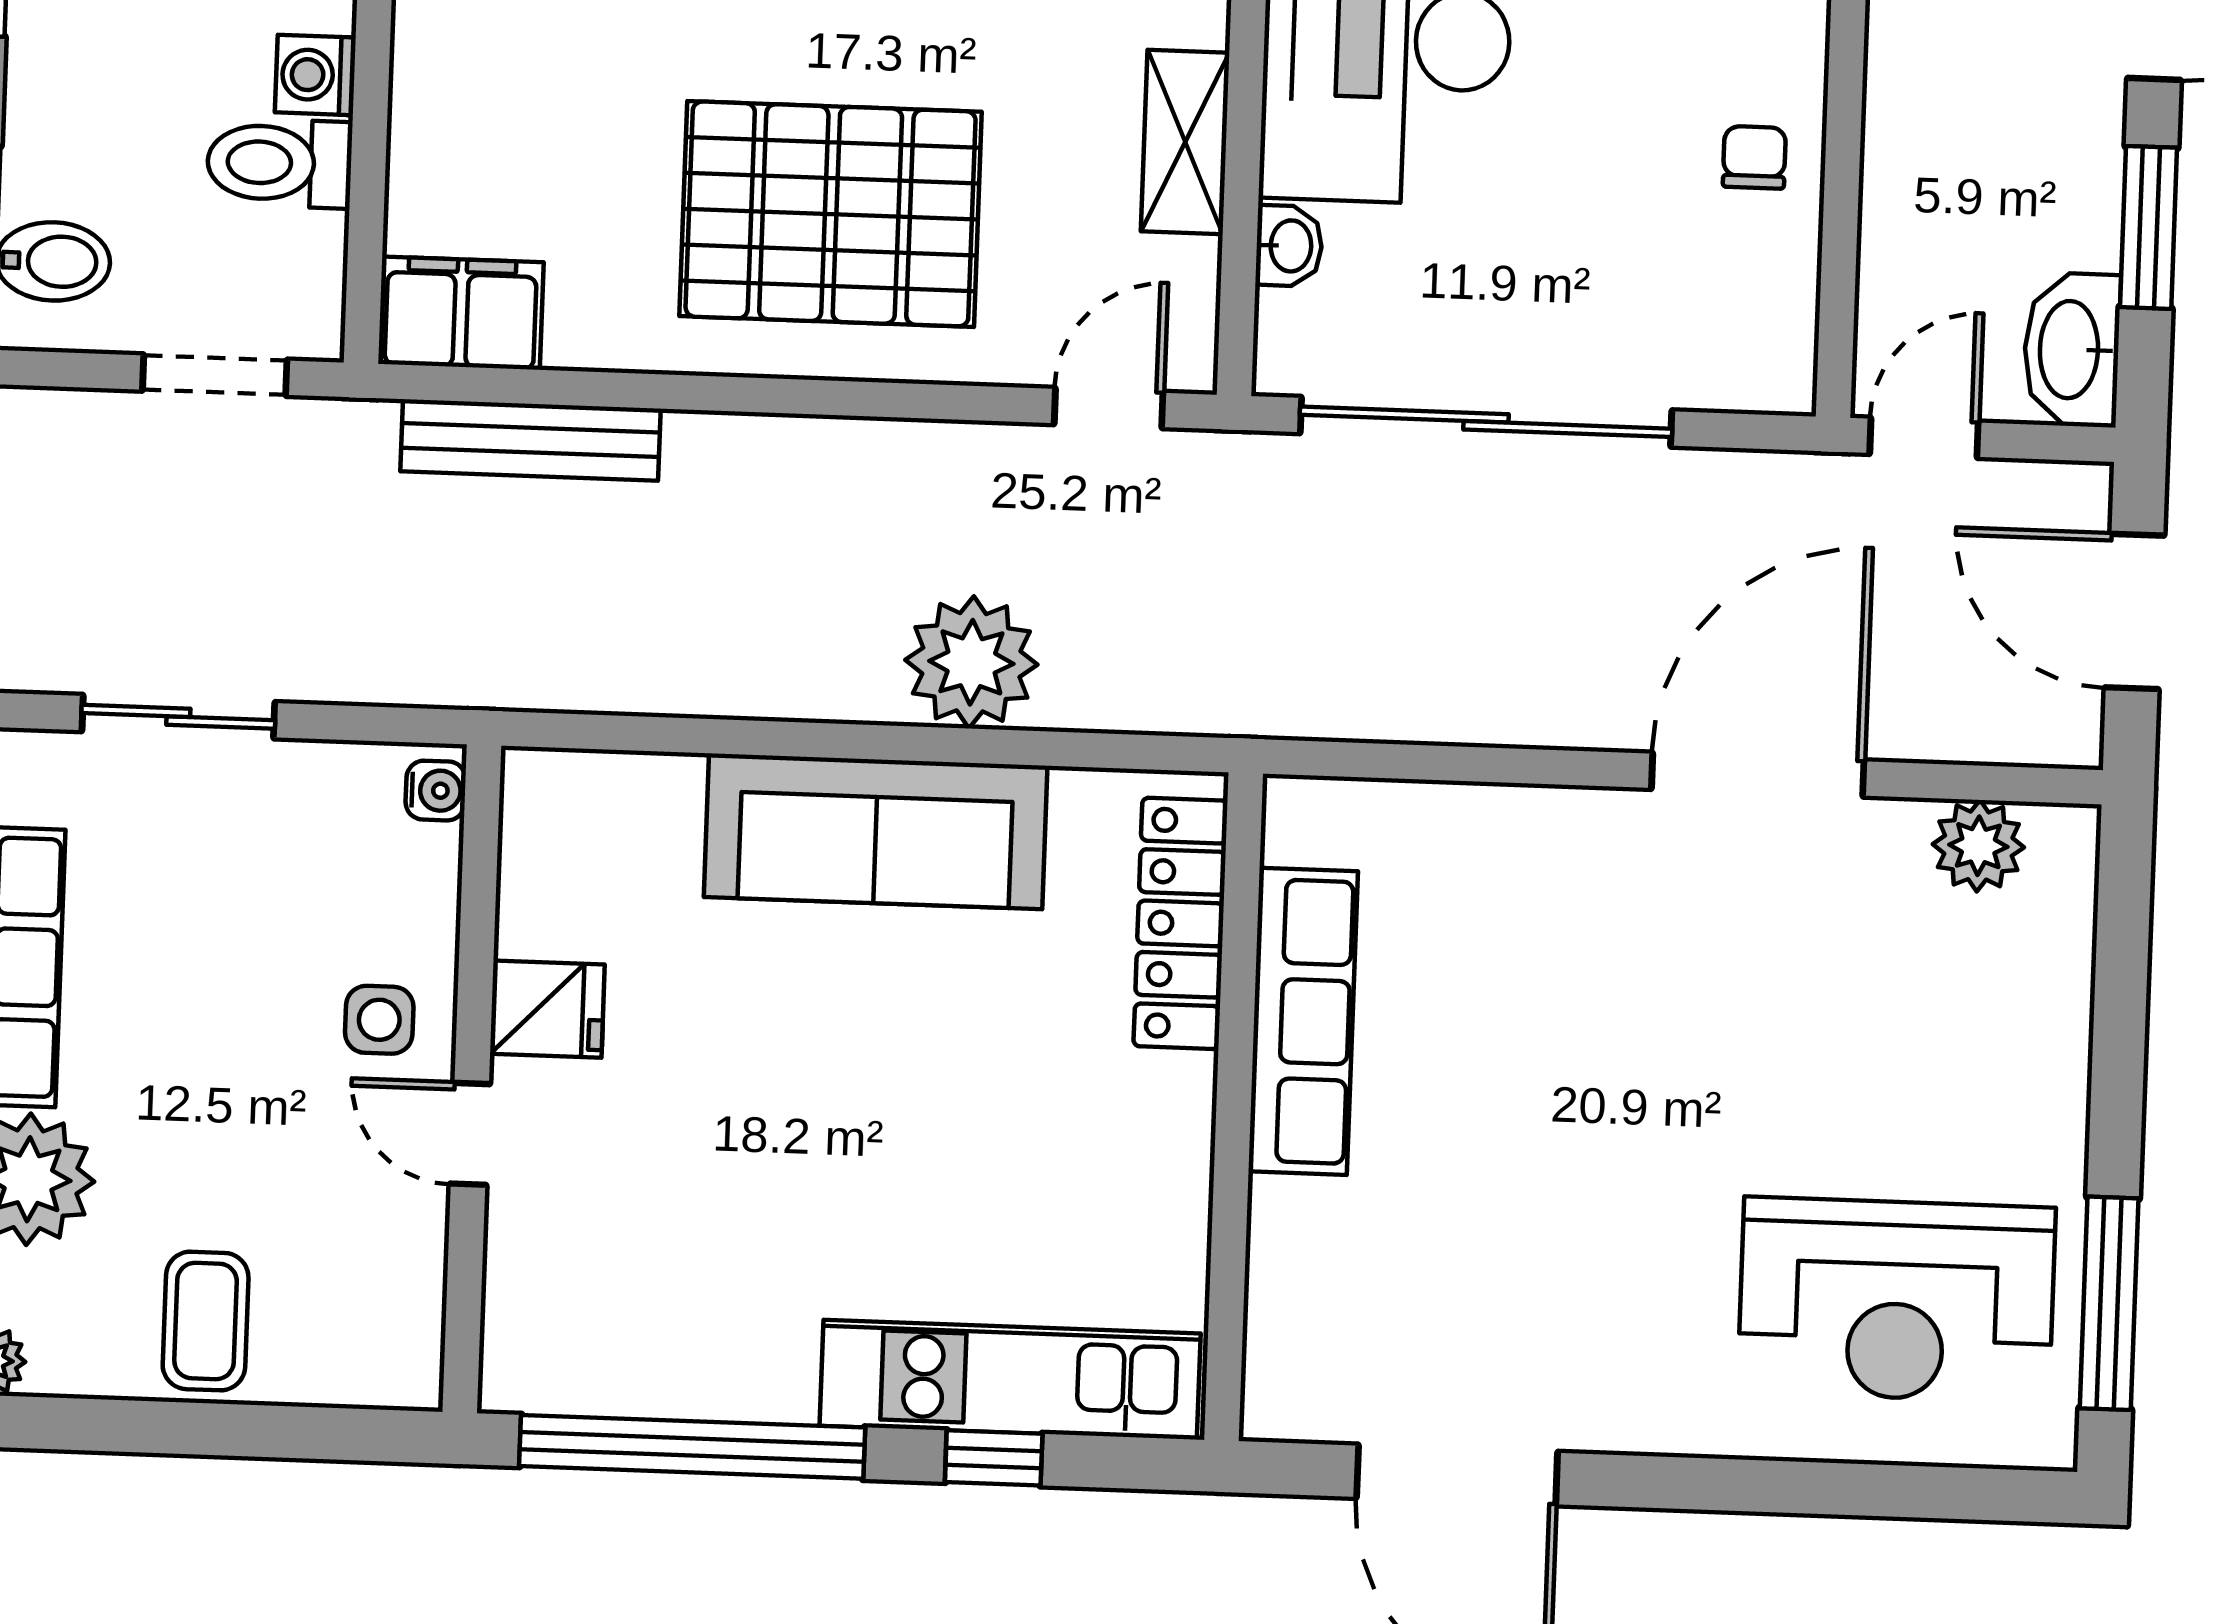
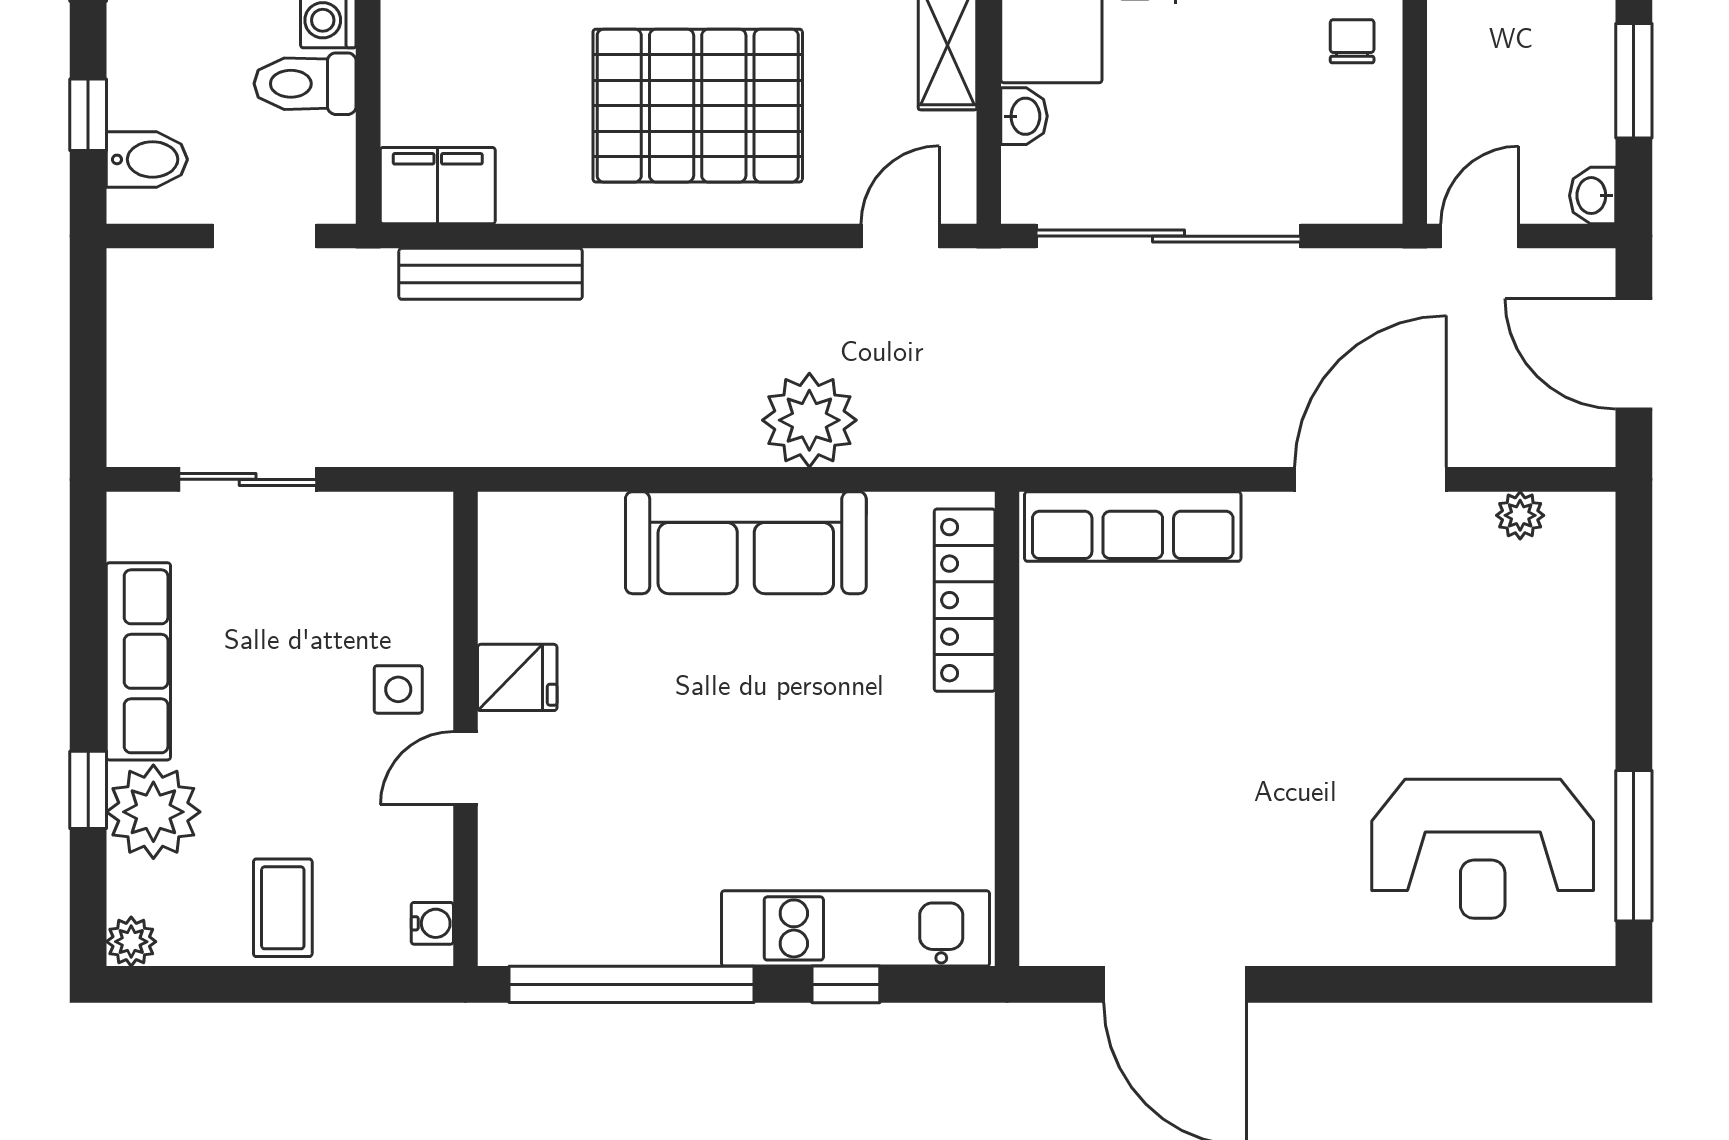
washbasin: (2072, 350) -> (1593, 196), width x0.52, depth x0.69
water cooler: (436, 791) -> (432, 923), moved
plant: (1978, 846) -> (1520, 515), width x0.73, depth x0.73
row of seats: (1303, 1021) -> (1133, 527), moved, turned 90
door: (470, 1134) -> (466, 768), hinge flipped

